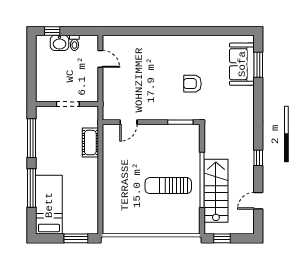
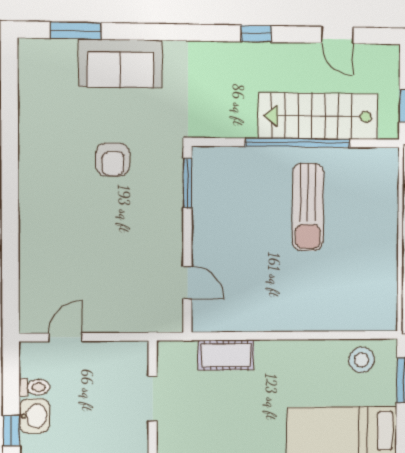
sofa: (242, 64) -> (120, 63), moved
stool: (87, 215) -> (361, 360), added

